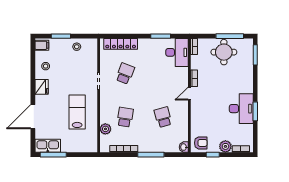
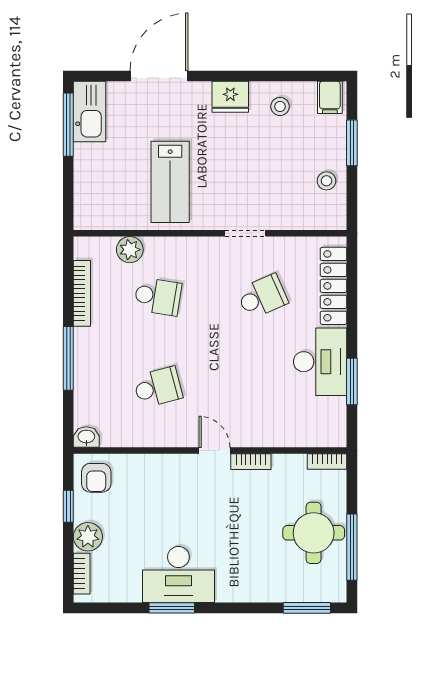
desk: (177, 52) -> (320, 362), moved, turned -90
school desk: (125, 74) -> (262, 297), turned -45
lab bench: (77, 112) -> (170, 182), turned 90
door: (33, 117) -> (159, 76), hinge flipped

